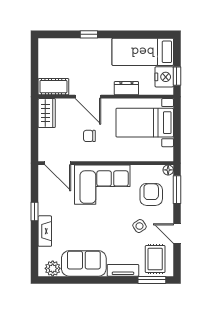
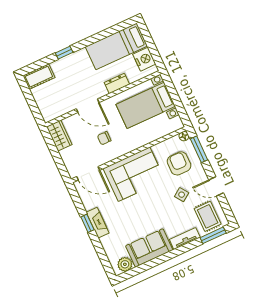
window: (177, 76) -> (155, 53), removed
cot: (53, 87) -> (39, 77), moved
fireplace: (45, 231) -> (98, 223), moved

